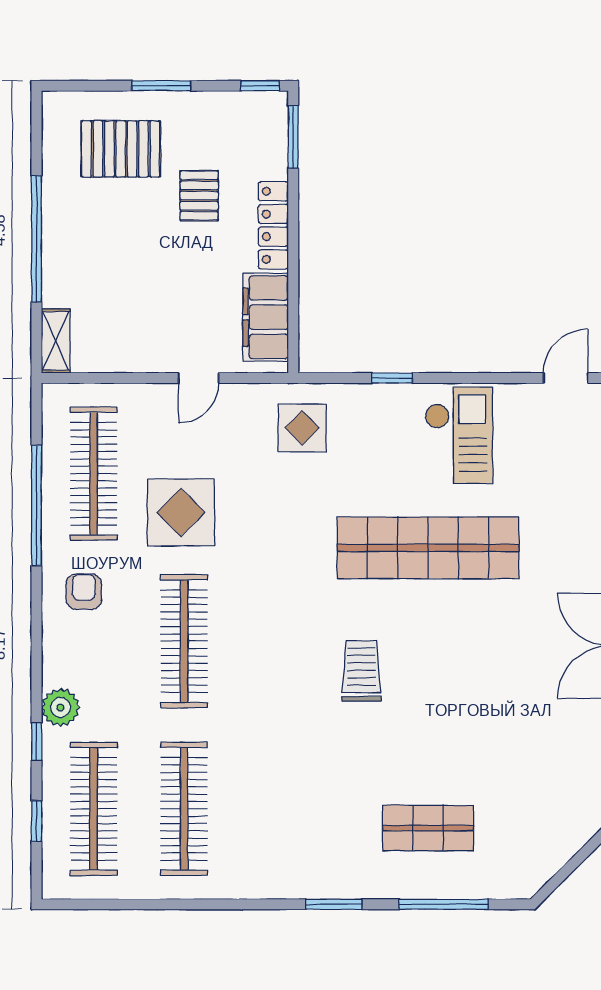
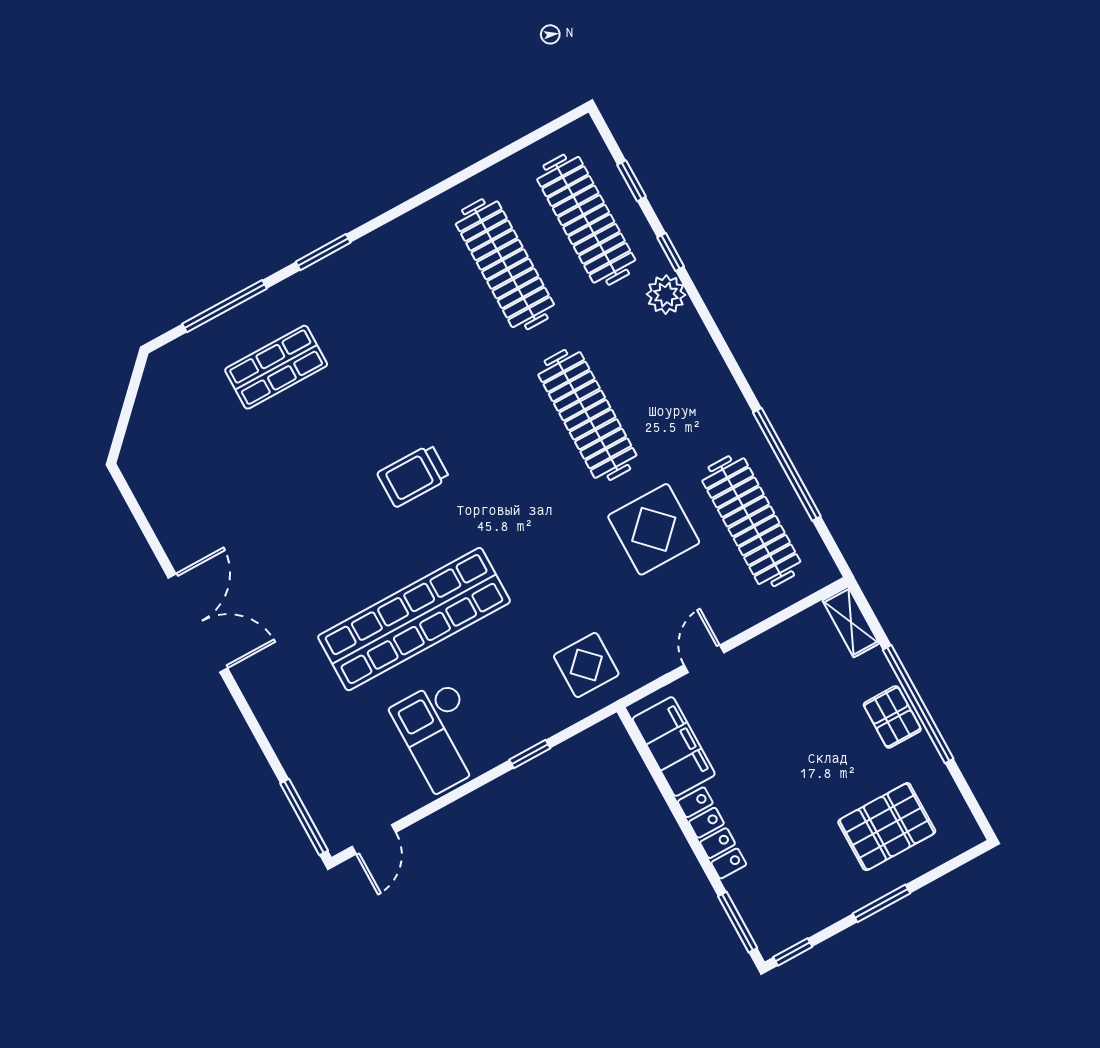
pallet: (199, 196) -> (892, 717), moved
armchair: (84, 592) -> (702, 410), removed
trolley: (361, 671) -> (413, 476), turned 90

